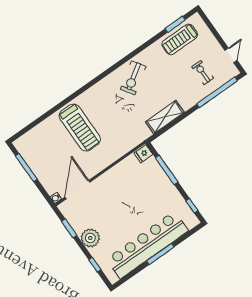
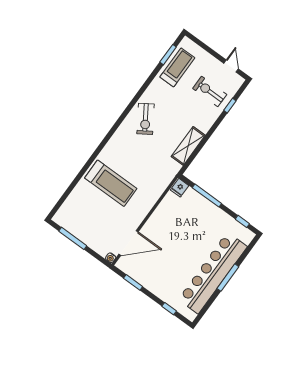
treadmill: (180, 39) -> (177, 67), turned 180
exercise bike: (203, 72) -> (210, 91), width x1.38, depth x1.39
window: (217, 92) -> (230, 106), width x0.32
door: (77, 190) -> (128, 243), swing flipped
plant: (90, 238) -> (156, 285), removed

